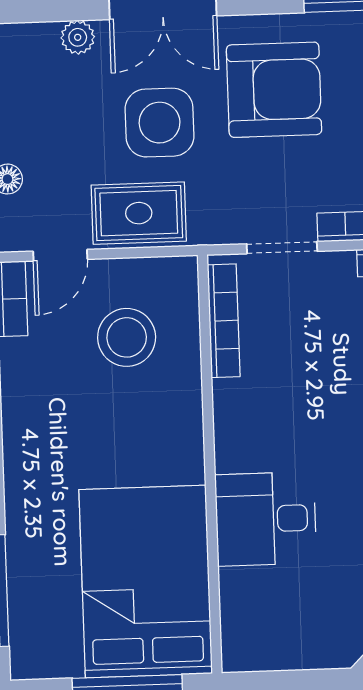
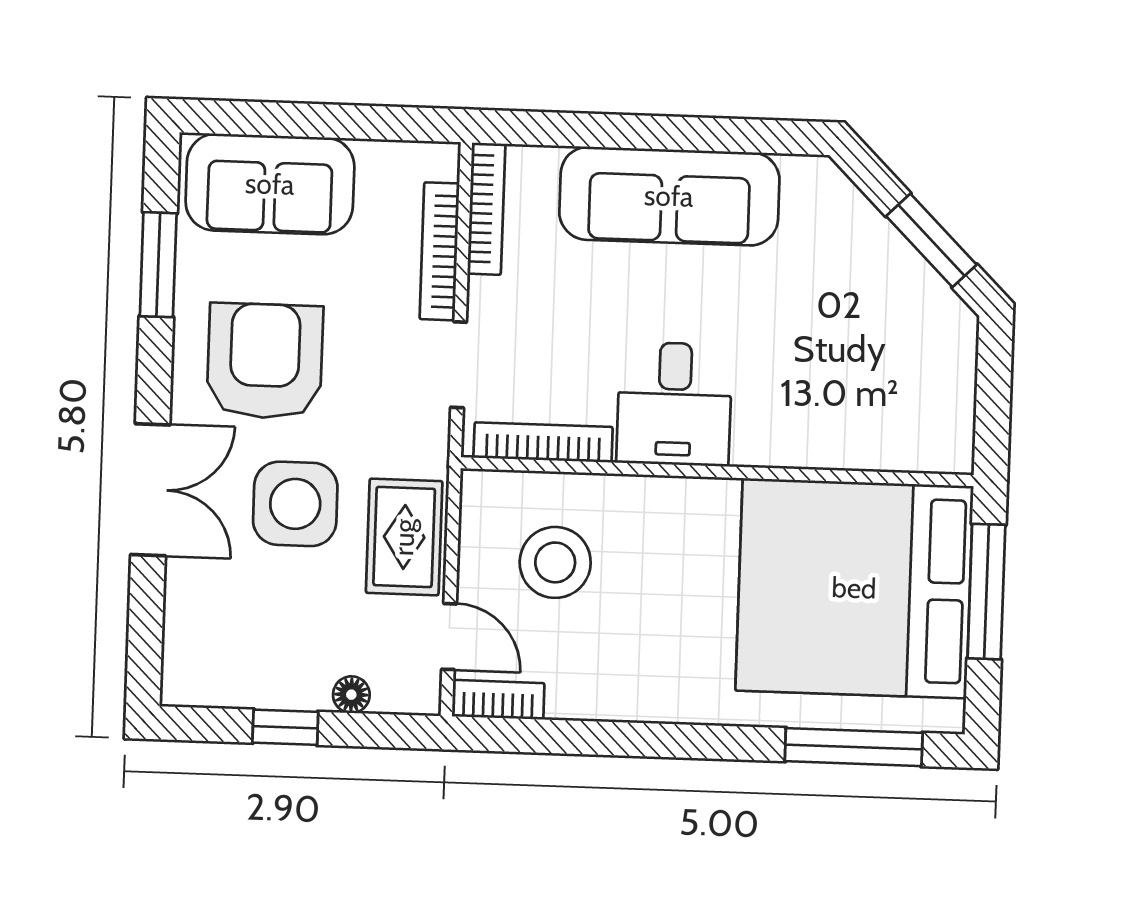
plant: (78, 37) -> (184, 597), removed
desk: (266, 519) -> (674, 404), moved
bed: (146, 582) -> (854, 588), width x1.36

